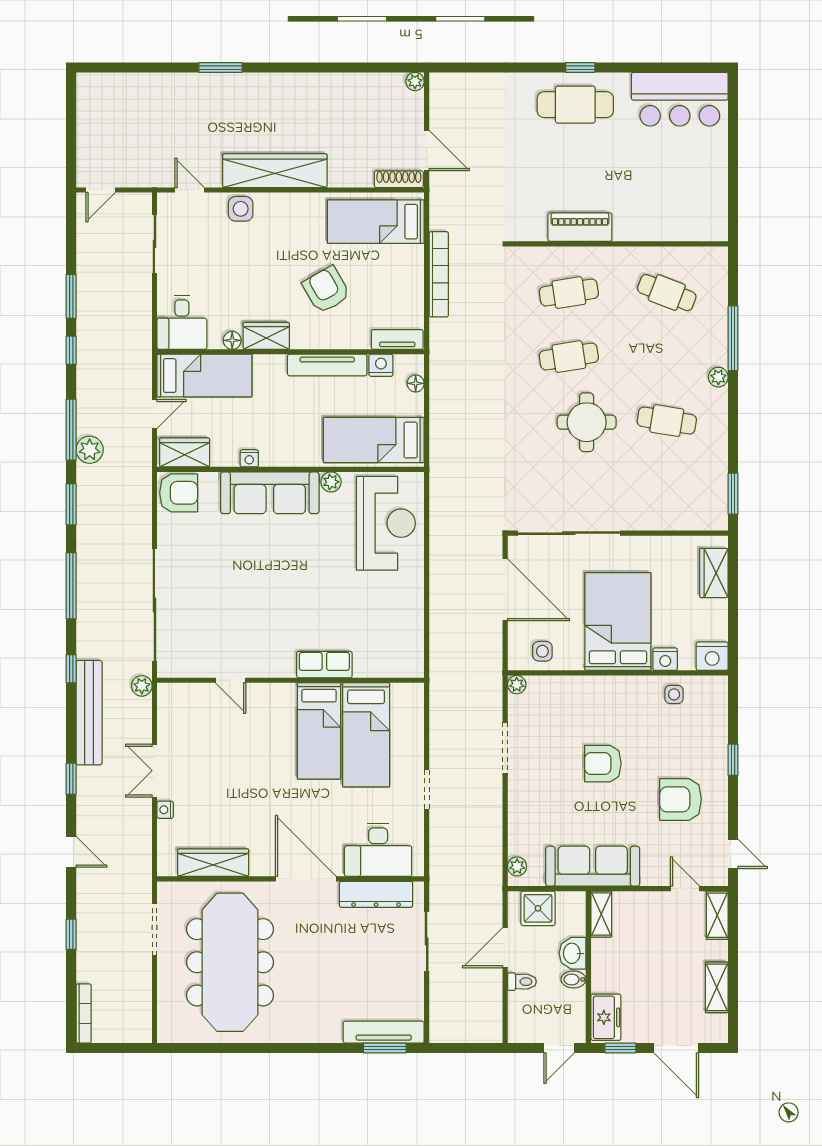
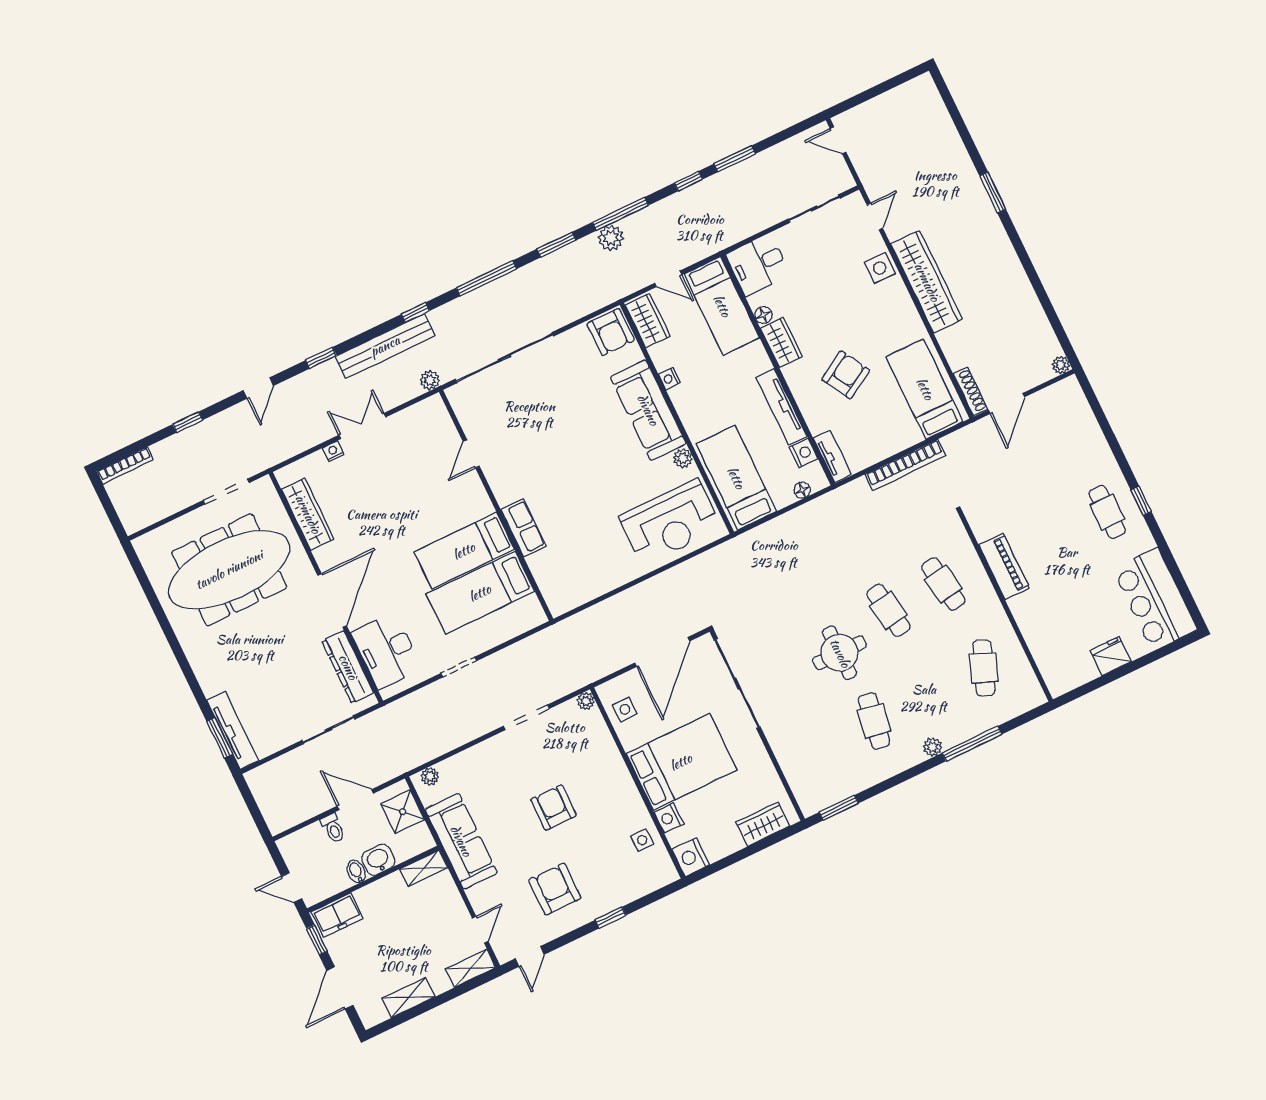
cafe table: (575, 105) -> (1107, 512), width x0.73, depth x0.74
fridge: (713, 167) -> (1111, 656), added

